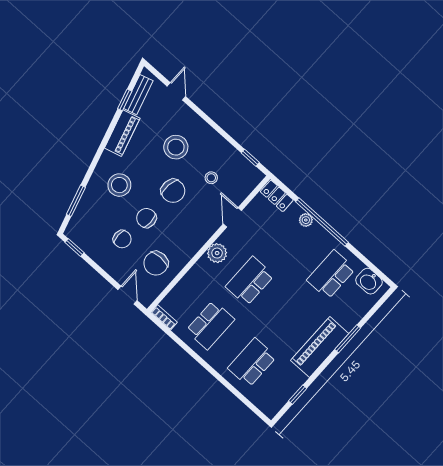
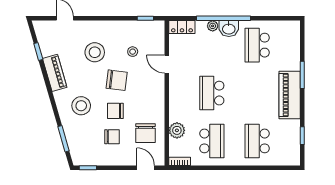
bench: (138, 95) -> (44, 41), removed
plant: (217, 253) -> (177, 130), moved
washbasin: (369, 281) -> (229, 29), moved

